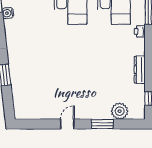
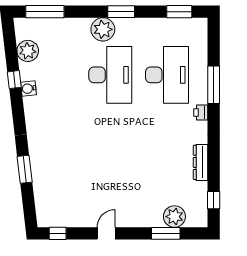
window: (30, 124) -> (58, 233), added
window: (102, 124) -> (166, 233), moved

